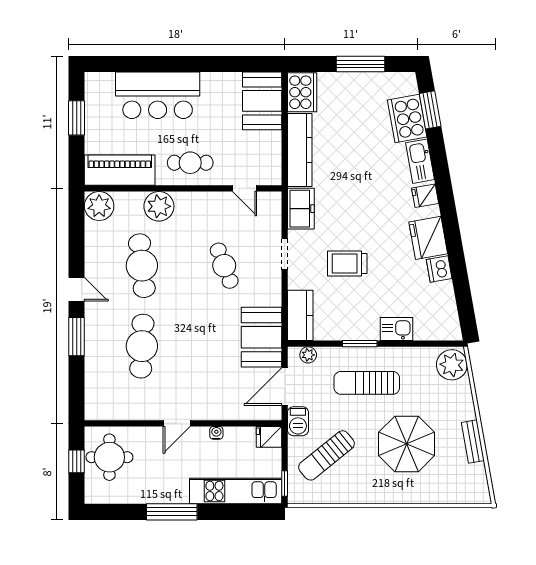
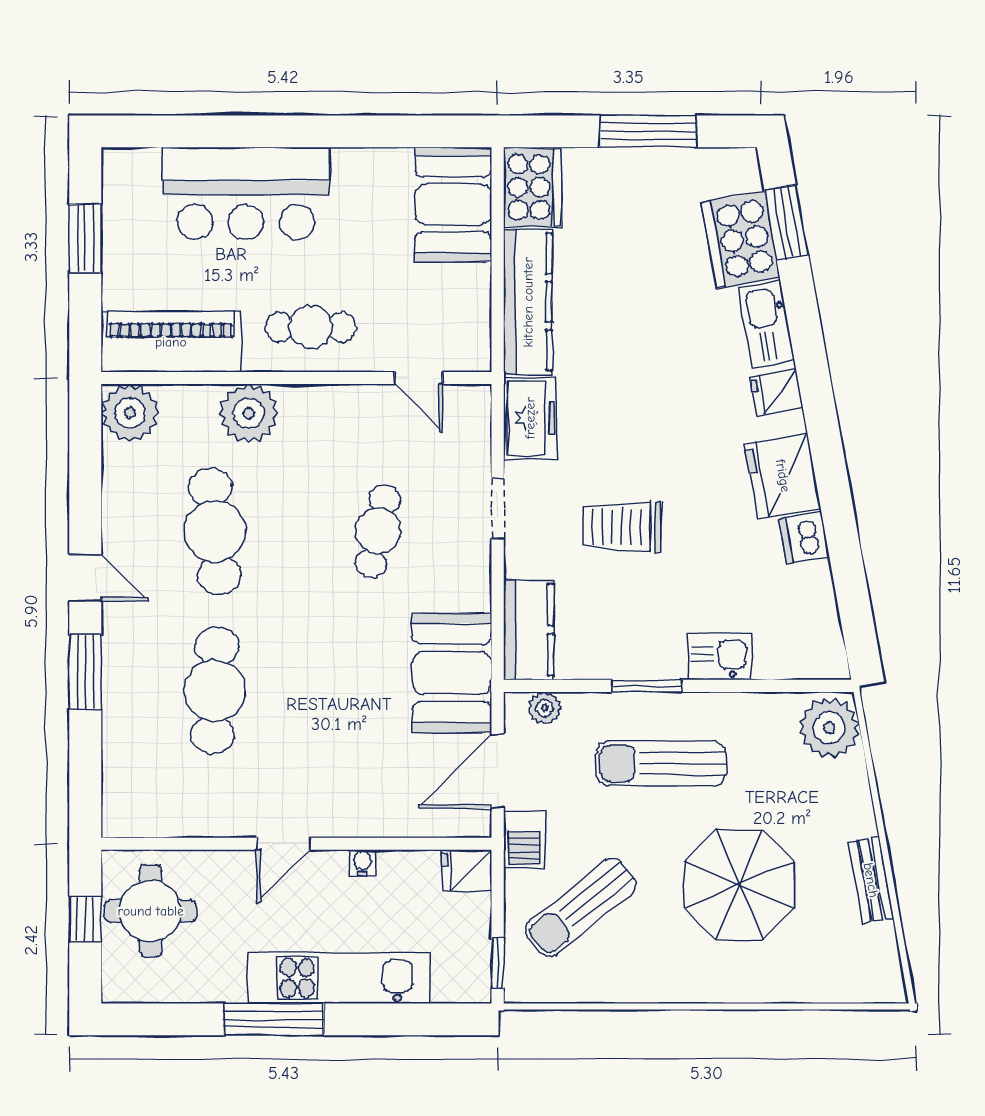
cafe table: (224, 266) -> (378, 531), turned 33
kitchen unit: (236, 491) -> (339, 978), moved

